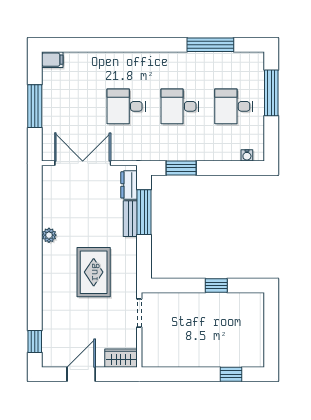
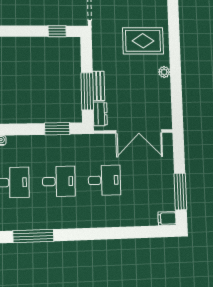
window: (35, 106) -> (180, 192), moved
rug: (94, 272) -> (143, 41), moved, turned 90
window: (216, 286) -> (57, 31), moved

